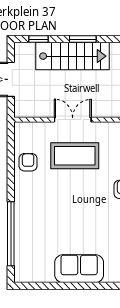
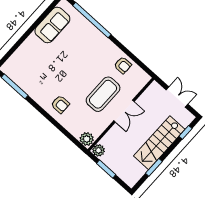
window: (83, 39) -> (154, 167), moved
sofa: (79, 269) -> (52, 25), moved

